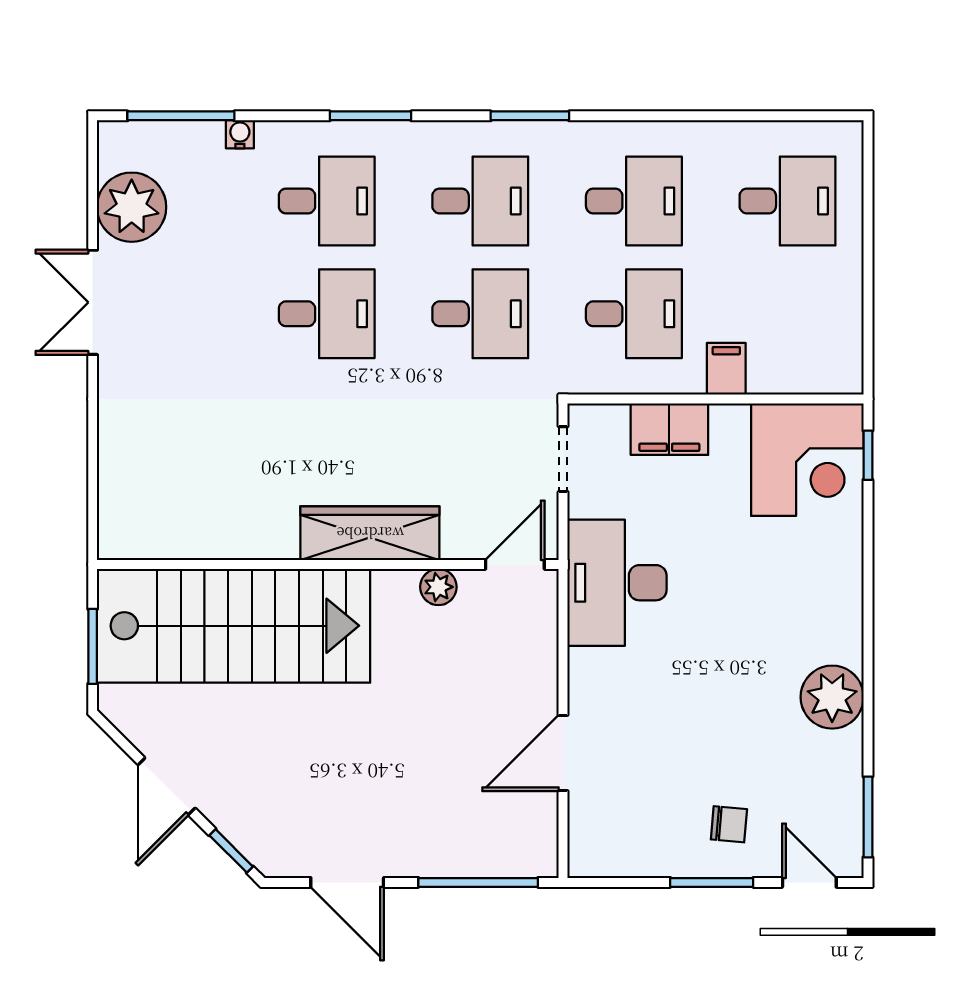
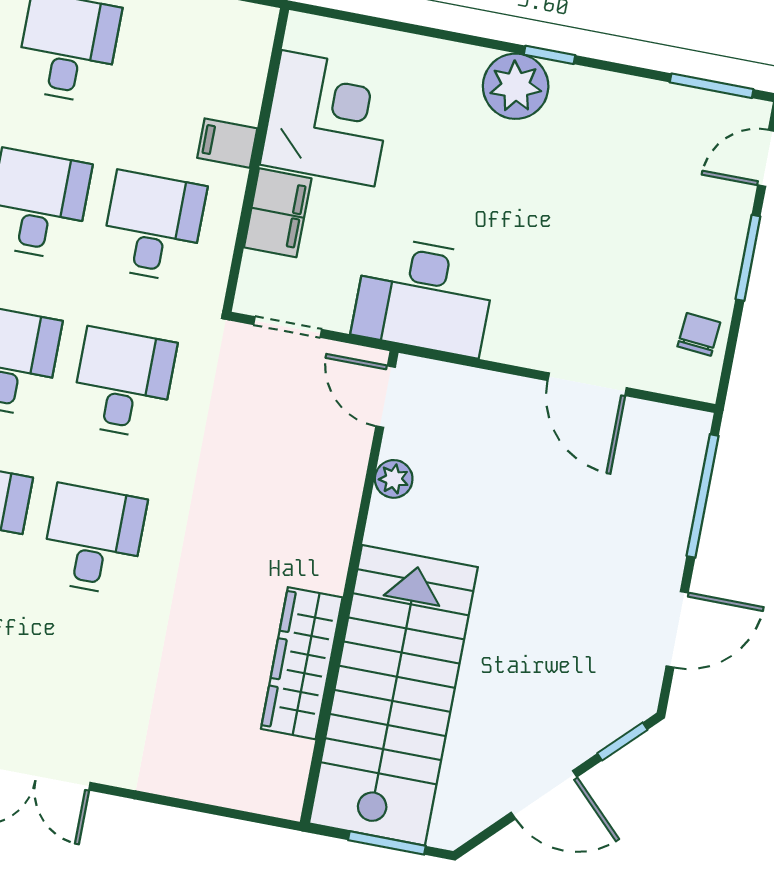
window: (868, 455) -> (550, 55), moved
corner desk: (807, 460) -> (328, 118), moved
wardrobe: (370, 533) -> (302, 663), moved
plant: (832, 697) -> (516, 86), moved
chair: (729, 824) -> (699, 334), moved

